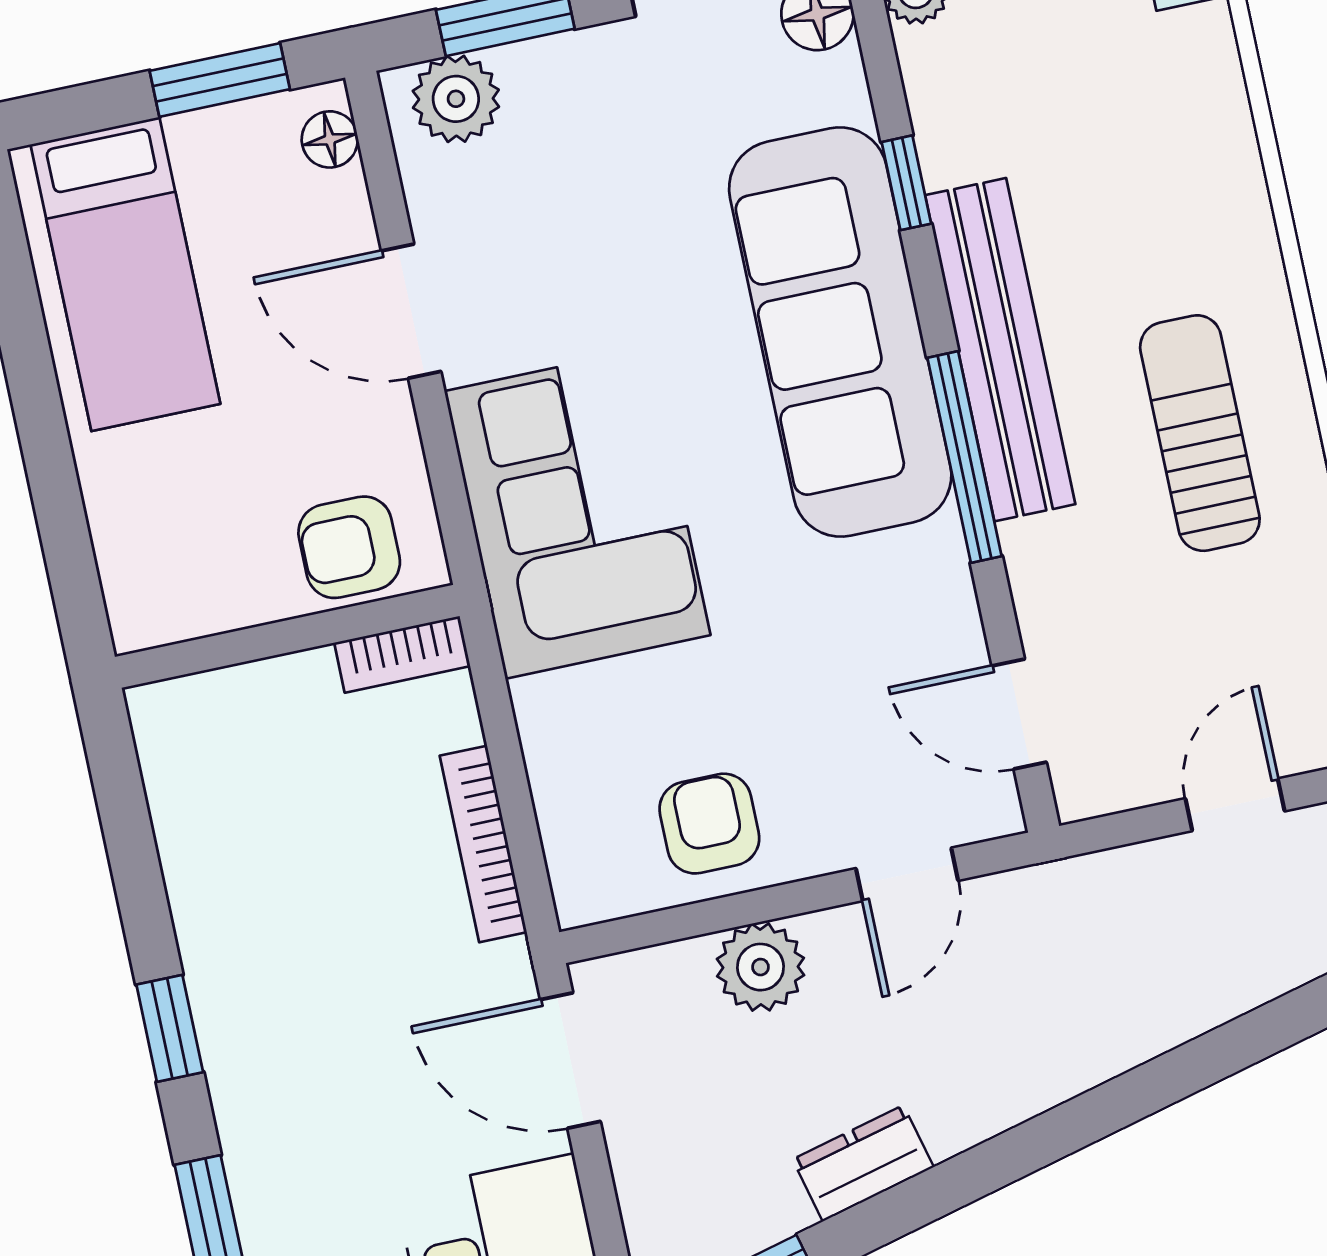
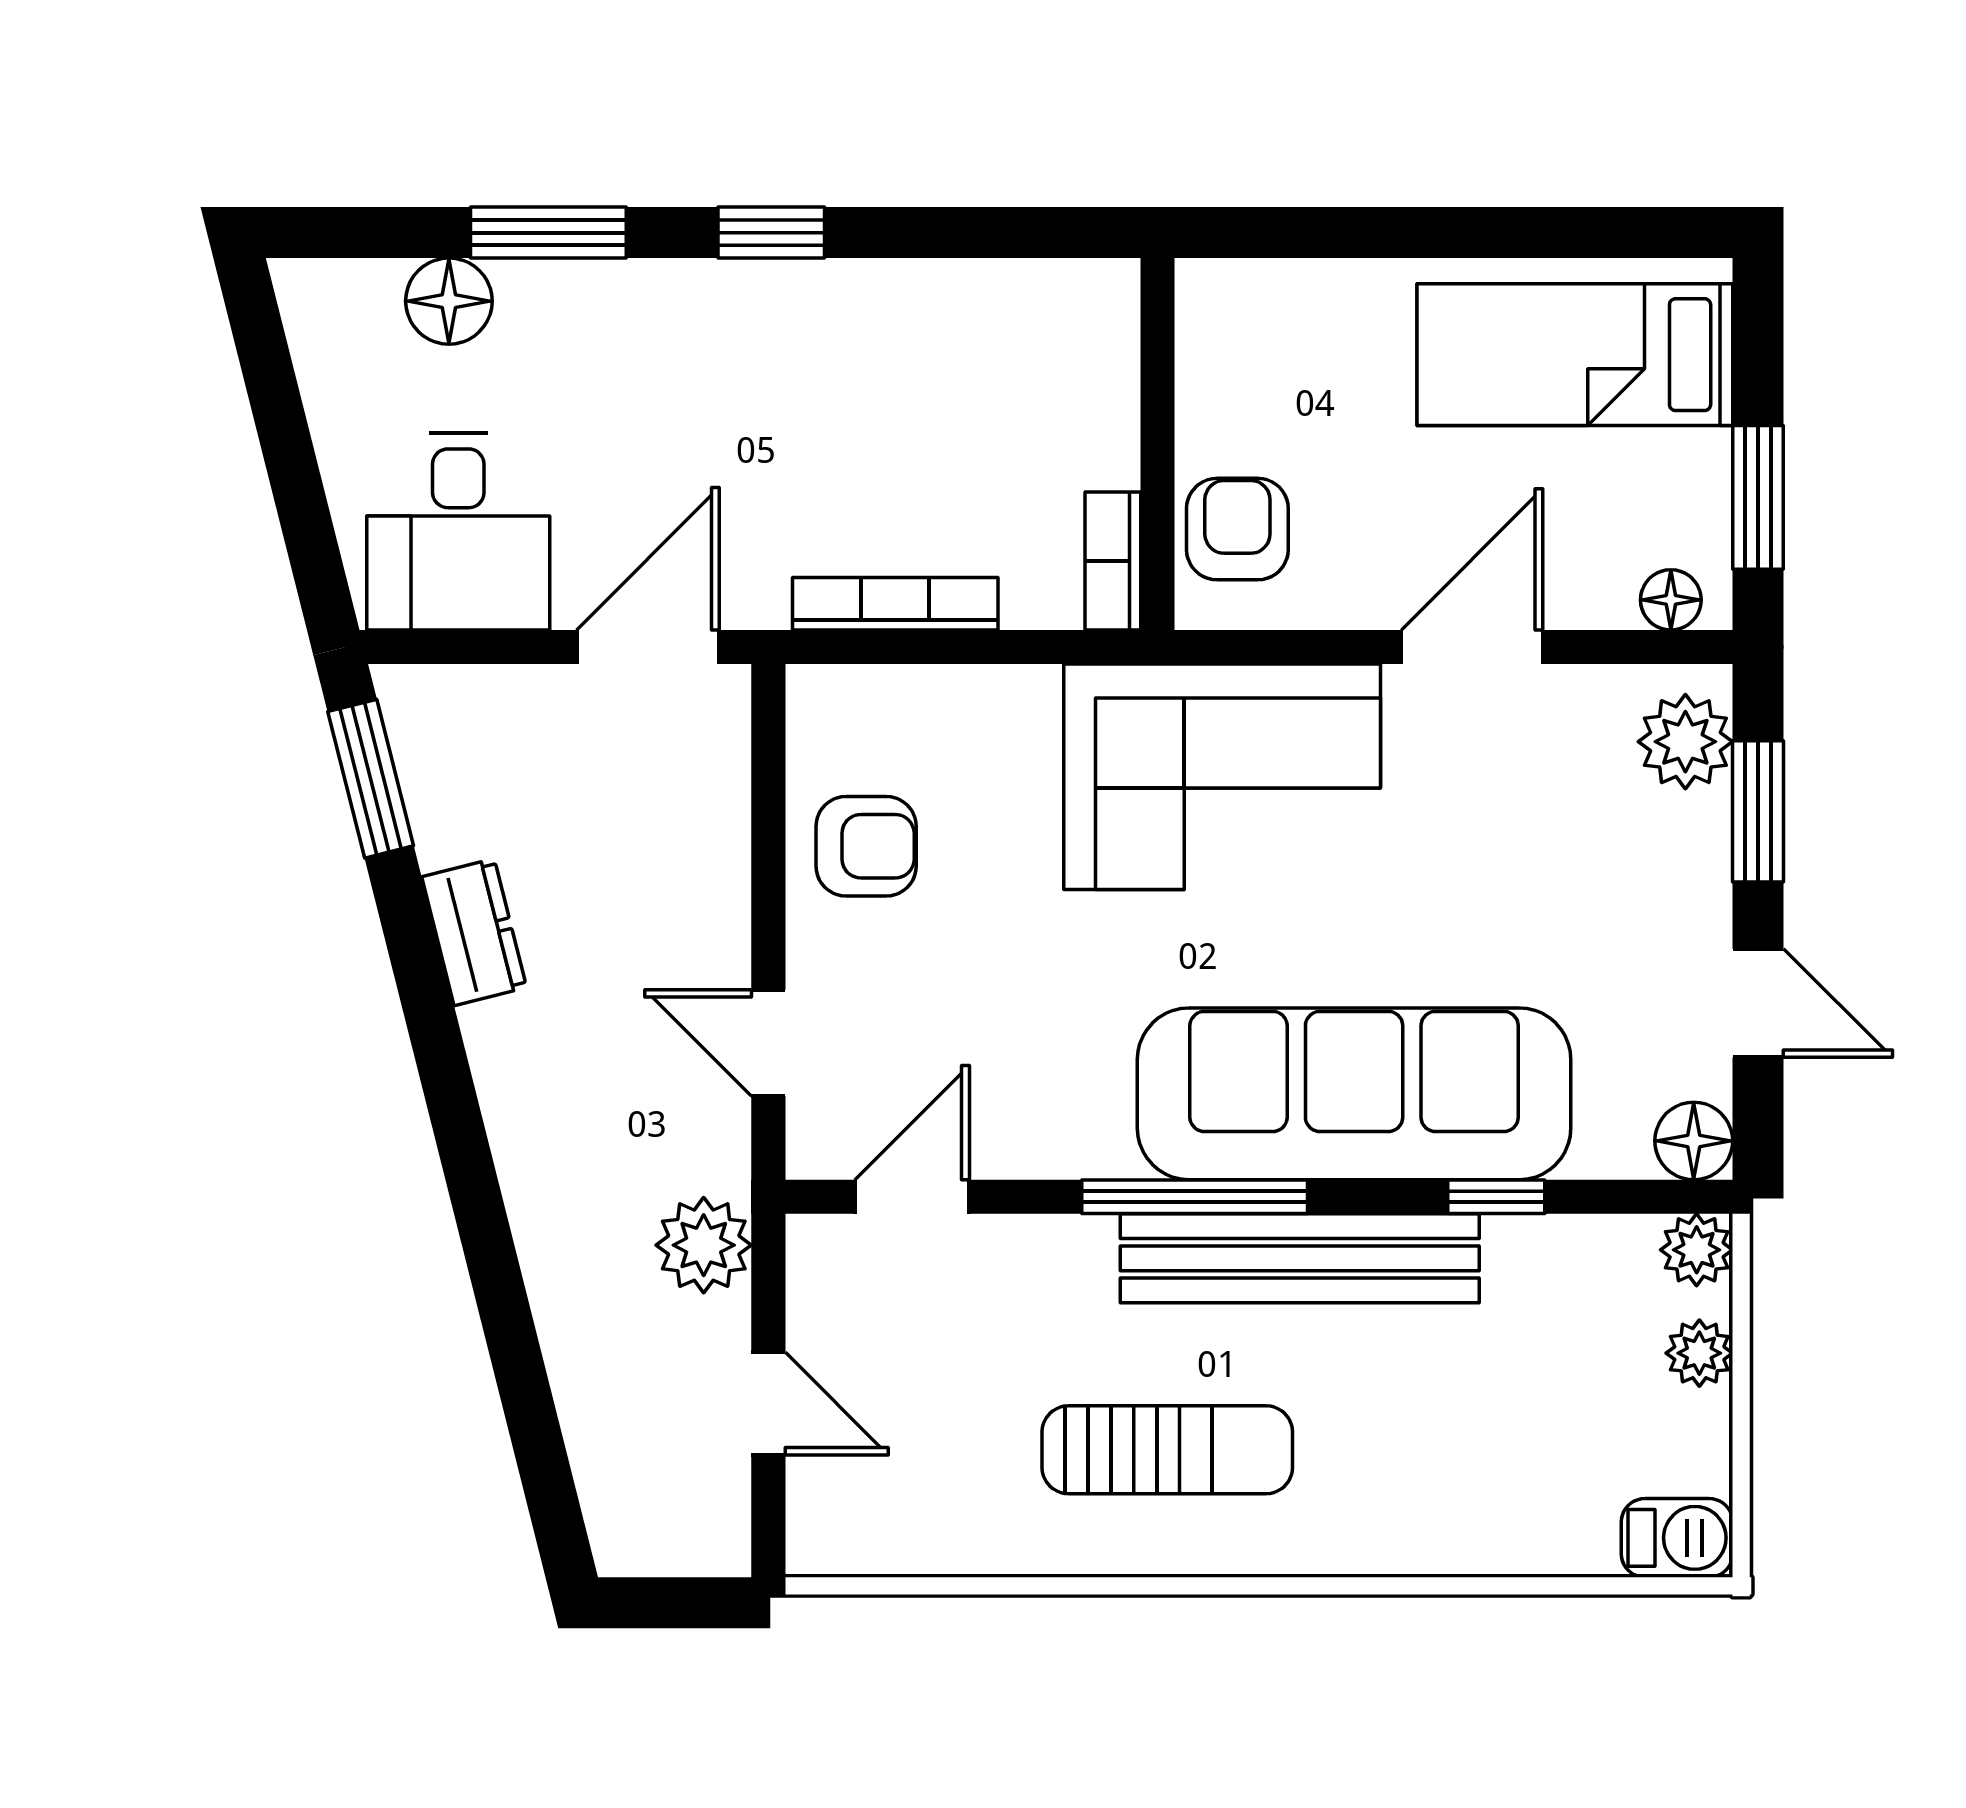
plant: (761, 967) -> (704, 1245), moved

